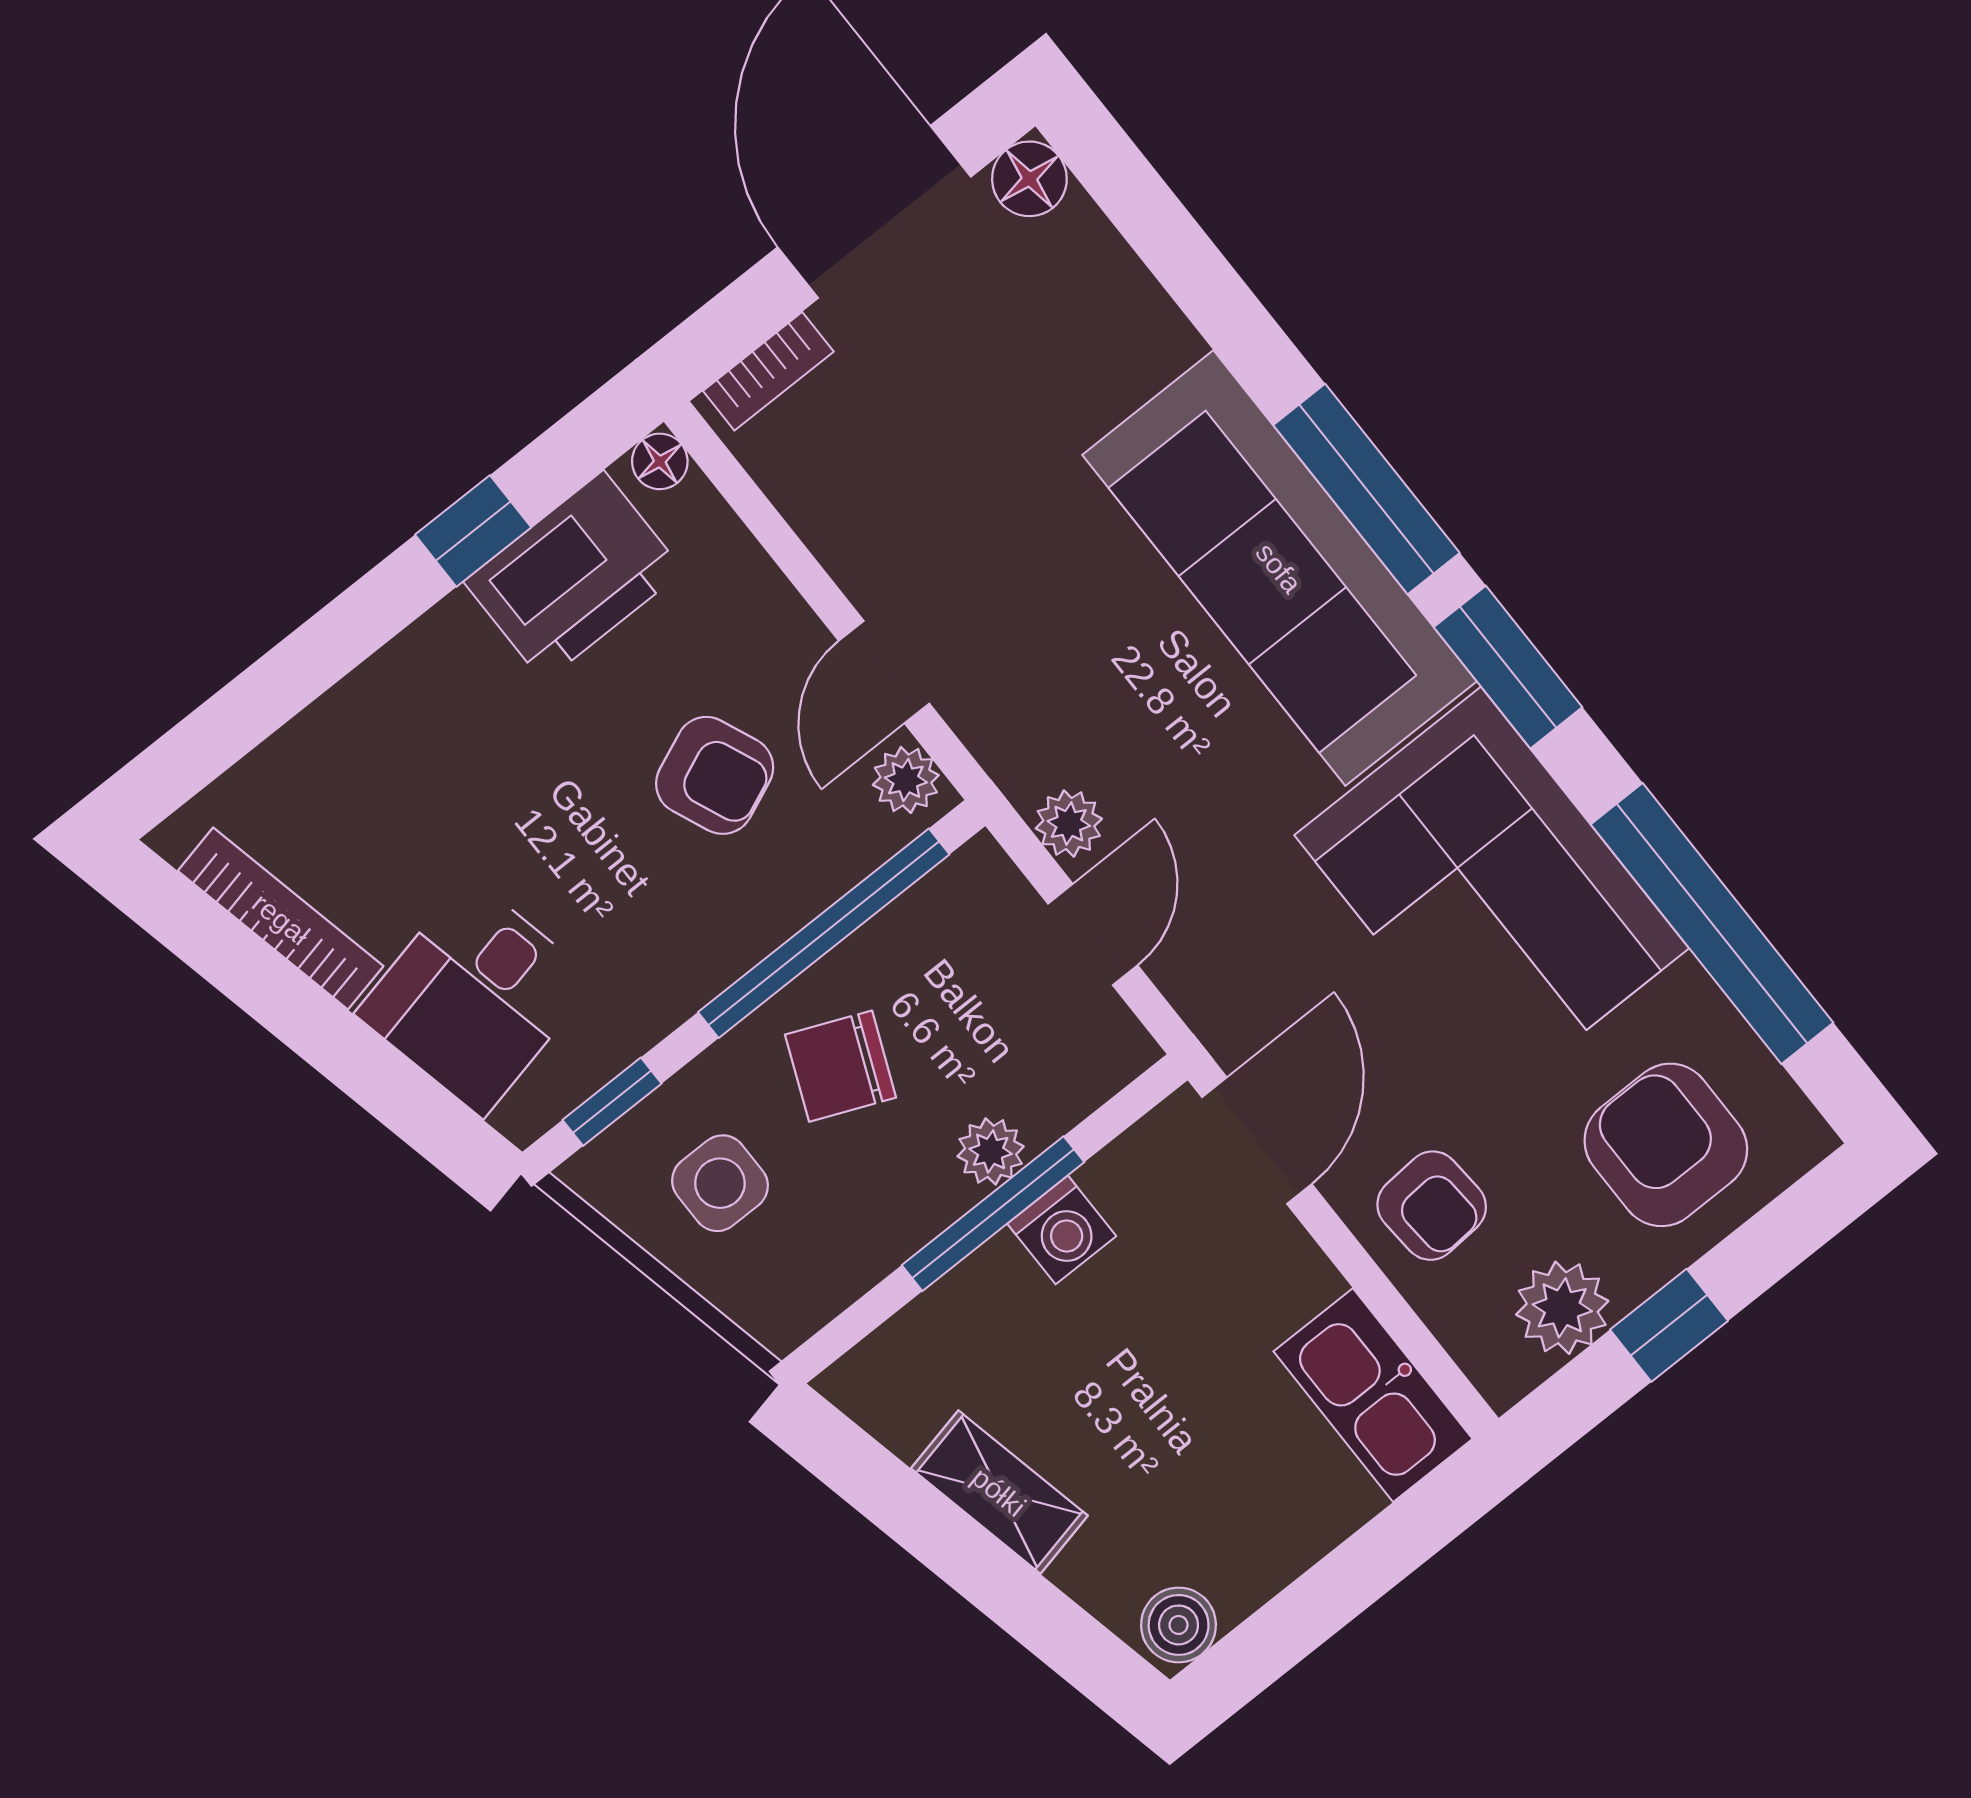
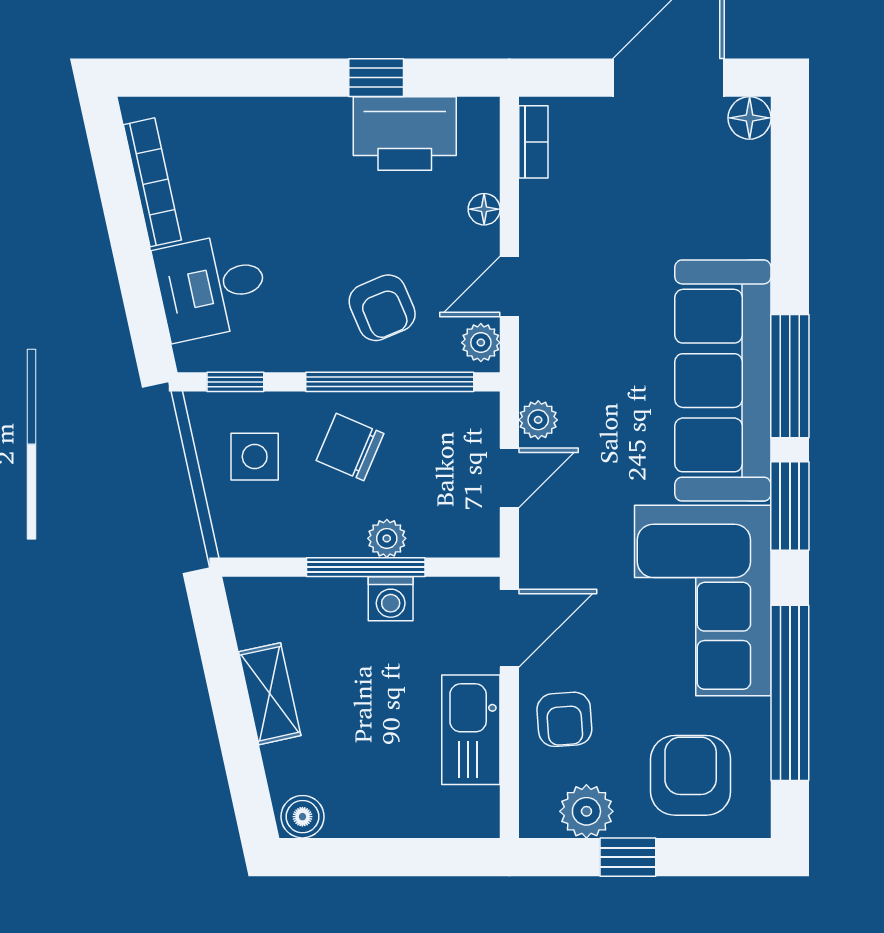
bookcase: (768, 371) -> (533, 142), moved, turned -90
floor lamp: (660, 461) -> (484, 209), moved
armchair: (715, 775) -> (382, 308), moved
kitchen sink: (1373, 1395) -> (471, 730), moved

